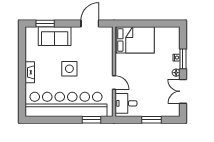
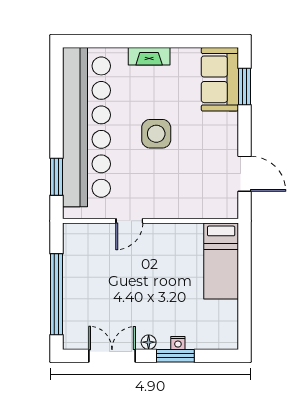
sofa: (55, 36) -> (220, 79), moved
bed: (135, 40) -> (221, 261), width x0.67
desk: (126, 103) -> (89, 244), removed
window: (151, 120) -> (57, 294), width x2.11

